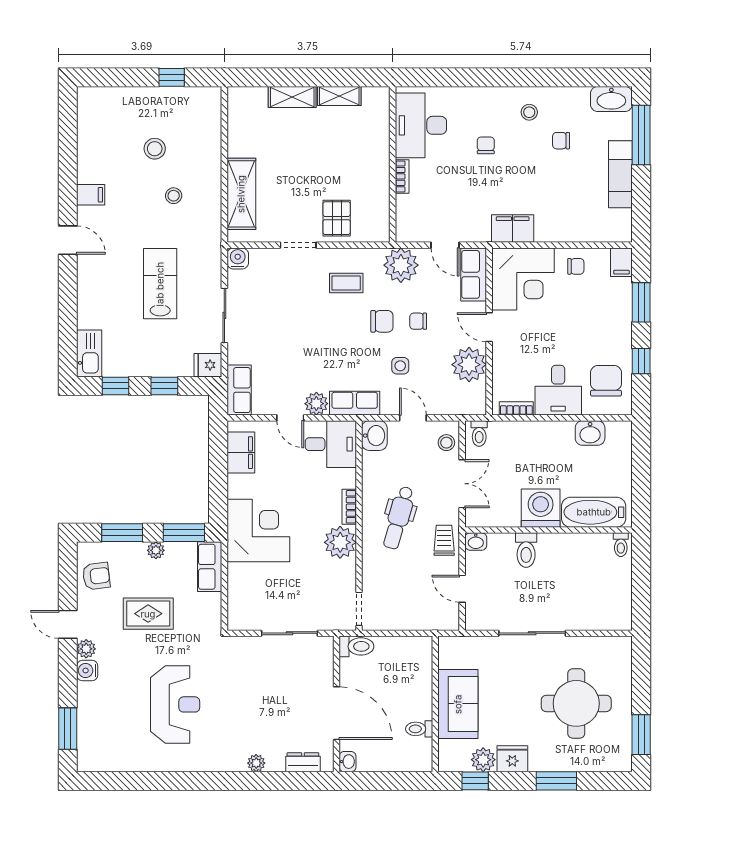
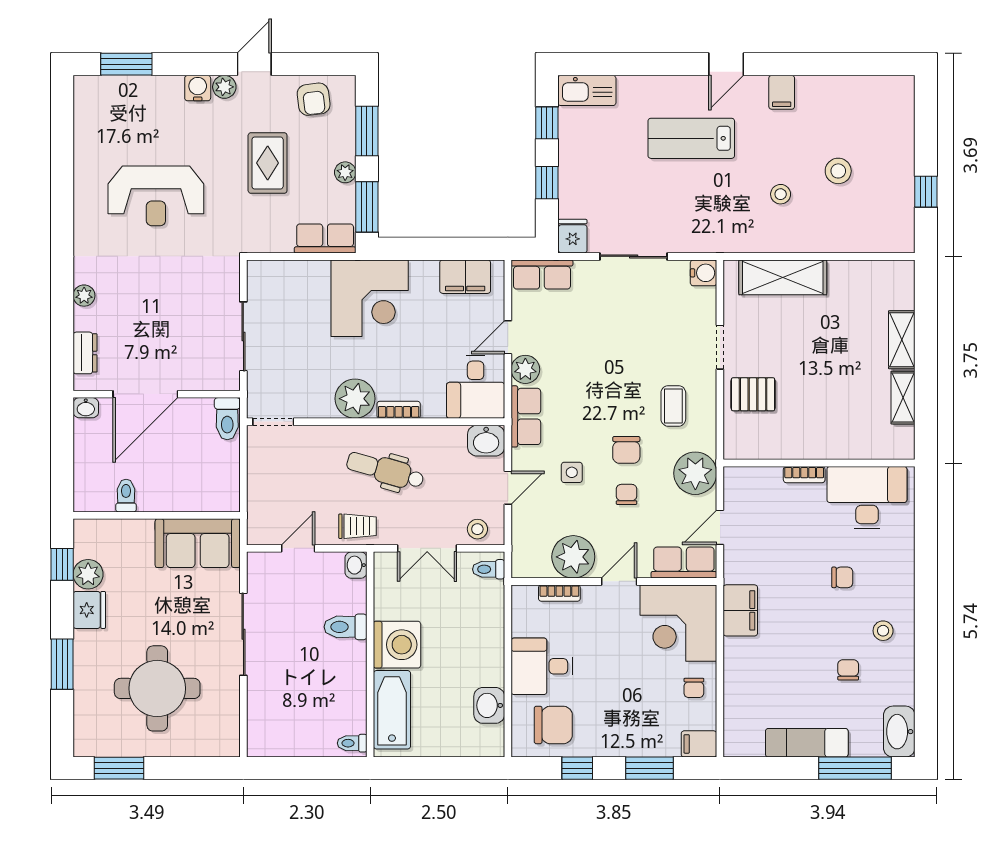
lab bench: (160, 284) -> (691, 138), moved, turned 180
bookcase: (516, 408) -> (559, 593), moved, turned 90
sofa: (458, 704) -> (198, 543), moved

